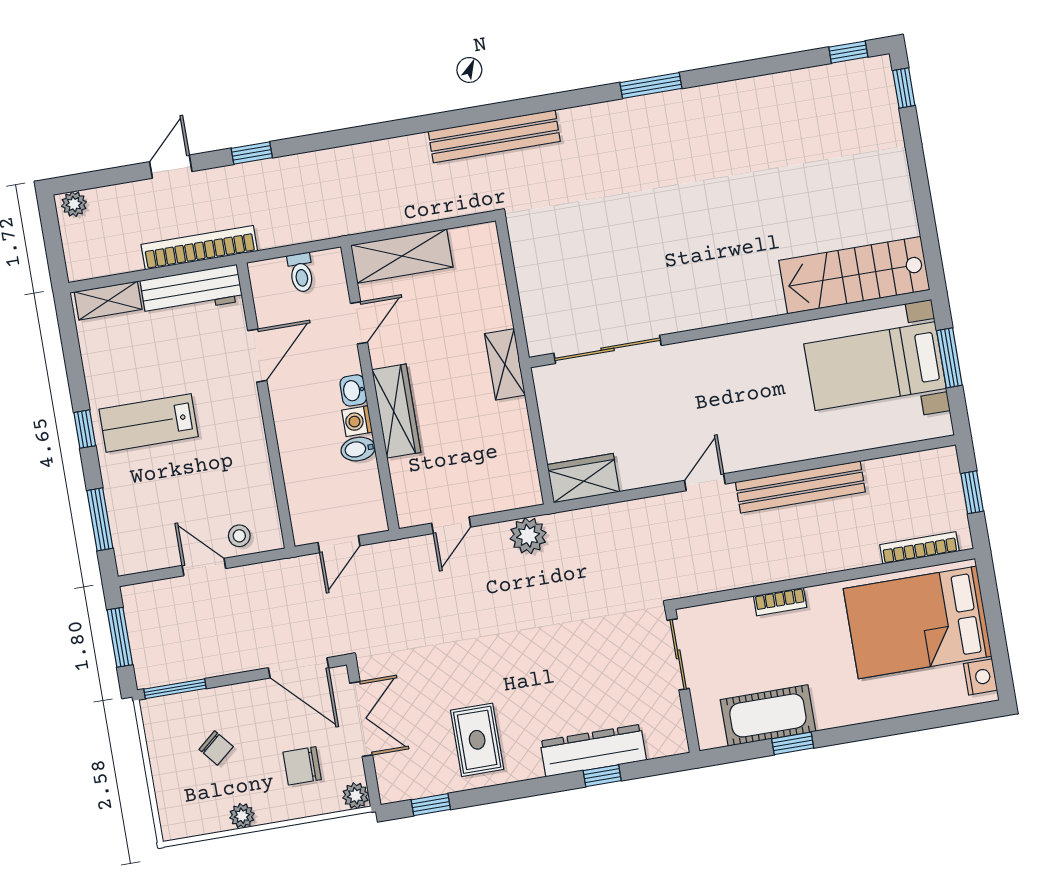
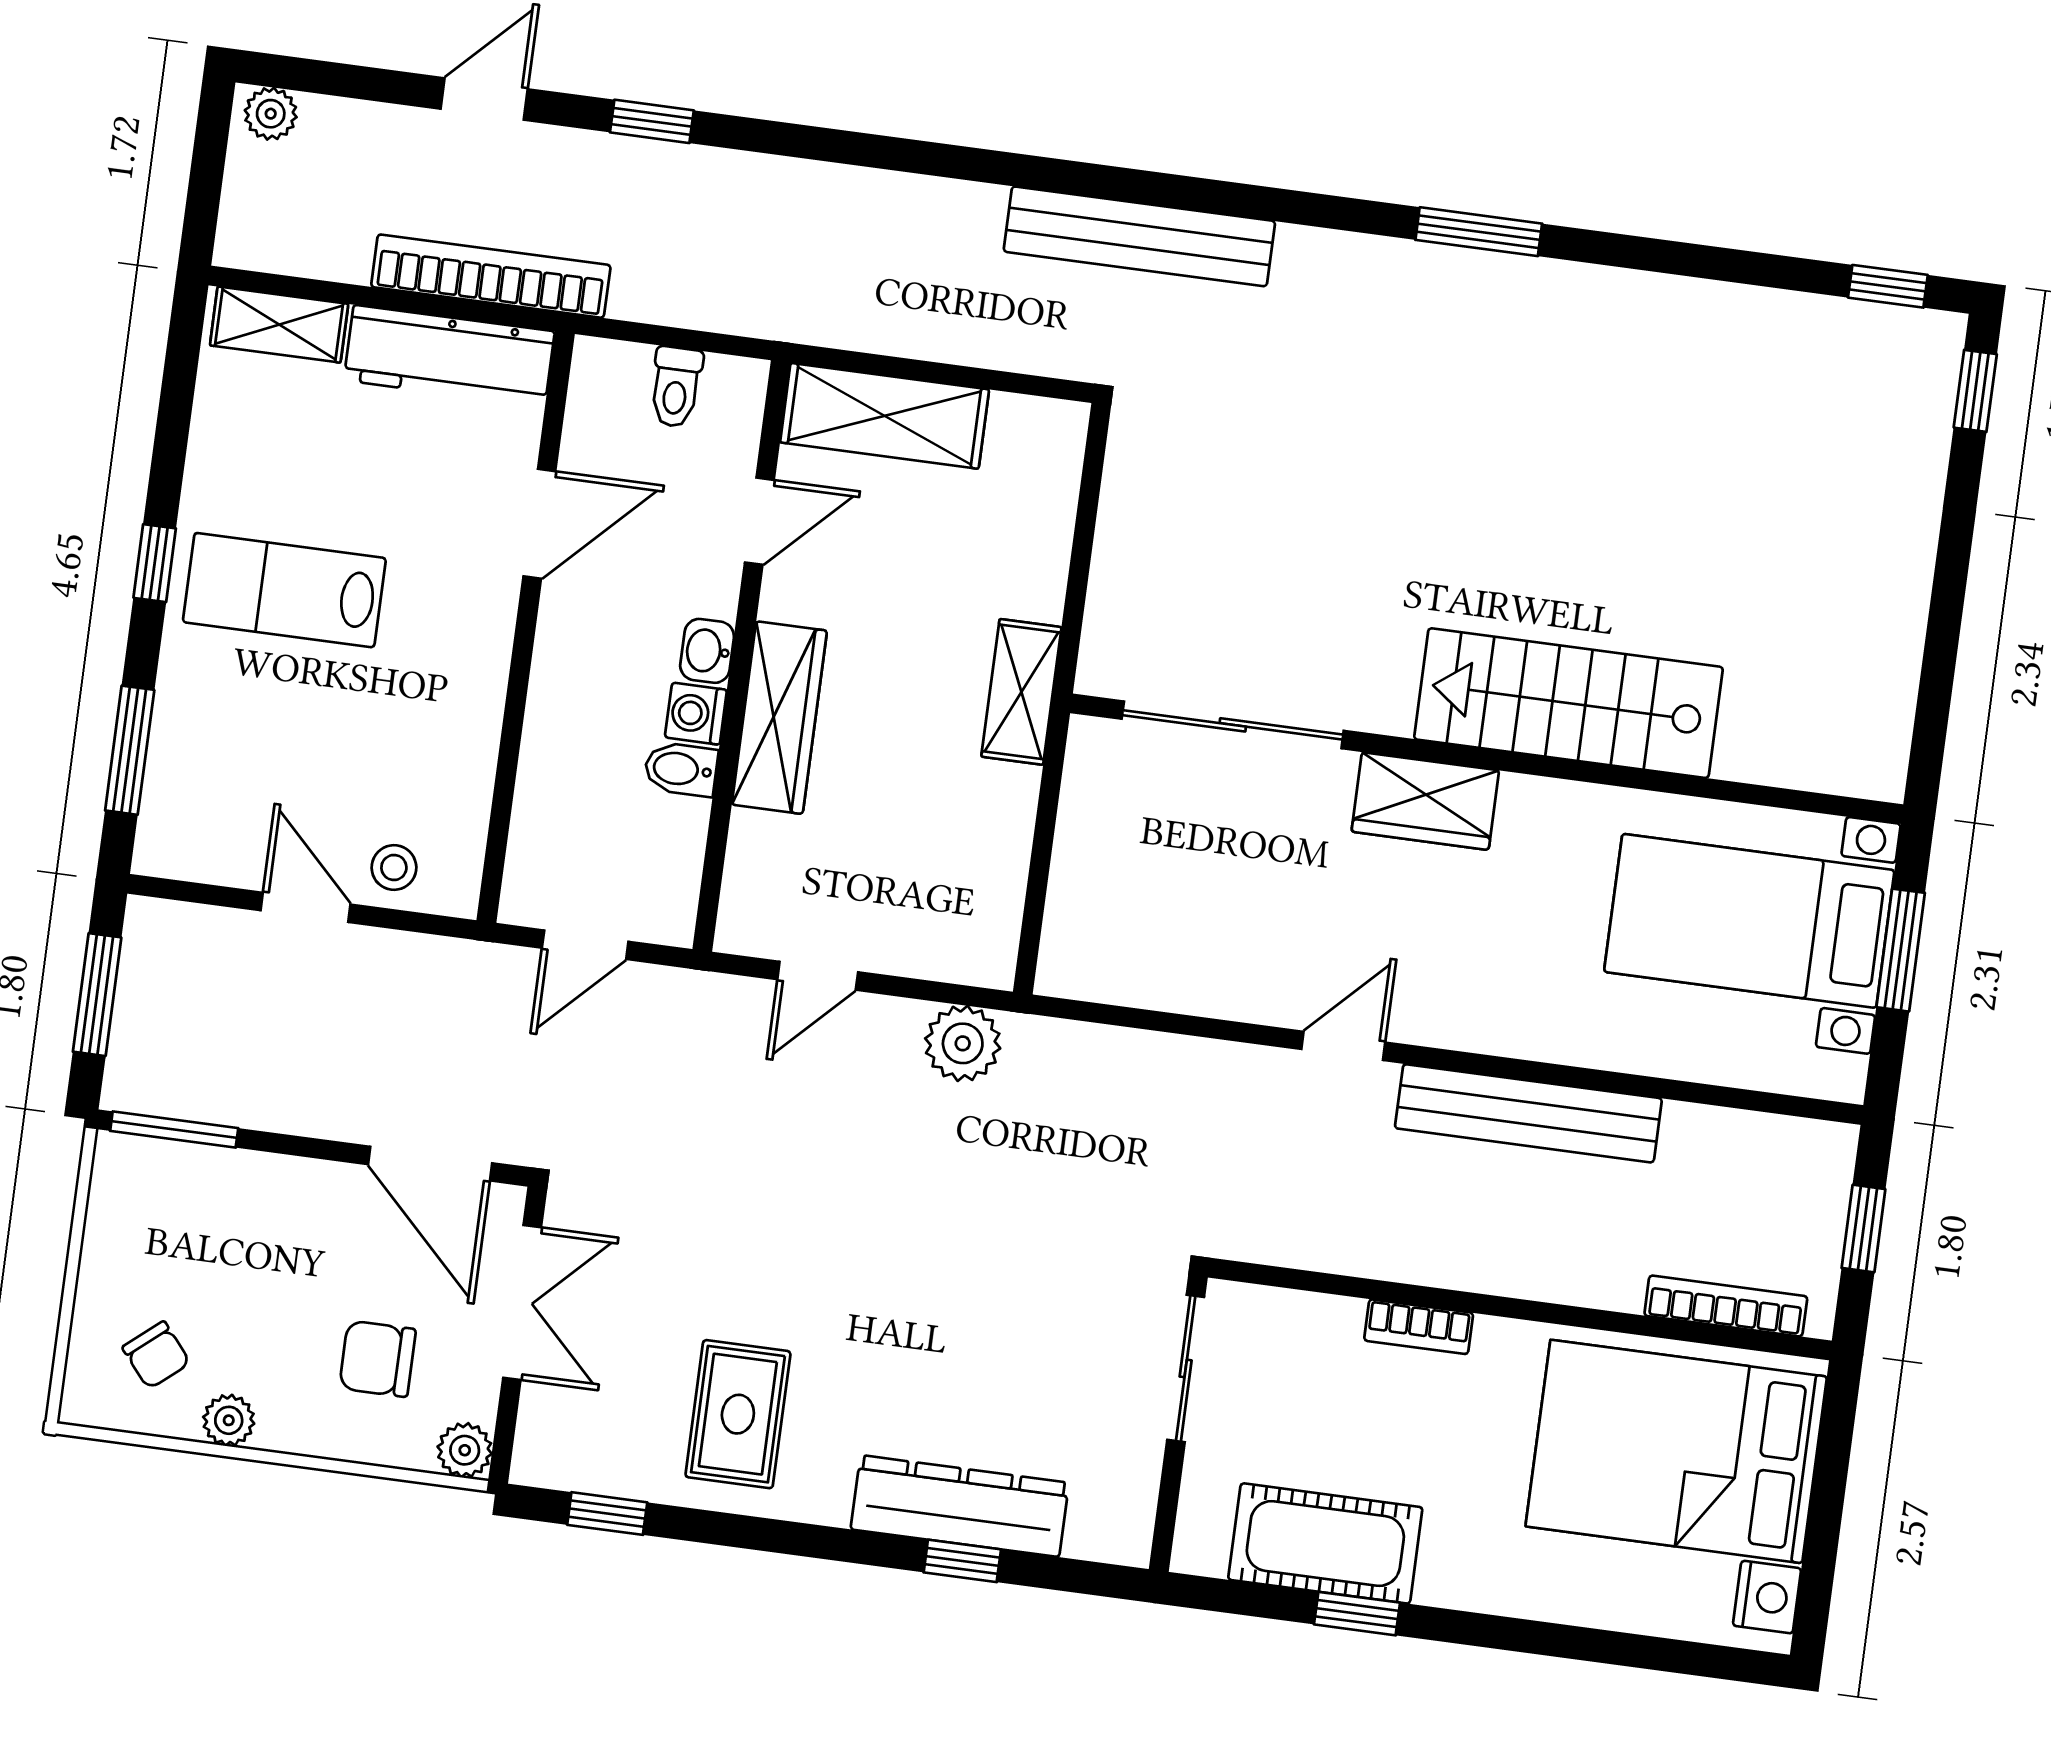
stairs: (854, 275) -> (1568, 703), moved
wardrobe: (583, 478) -> (1425, 801), moved, turned 180
chair: (216, 748) -> (156, 1355), moved

